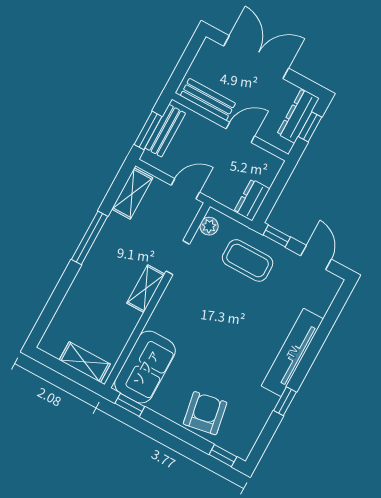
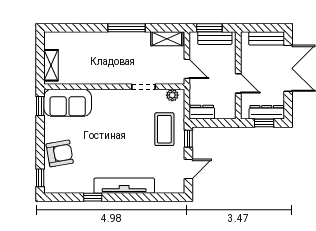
bench: (208, 99) -> (267, 38), moved, turned 90
shelving: (146, 289) -> (115, 78), removed

